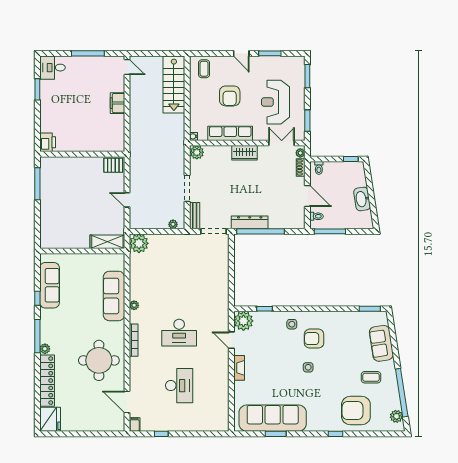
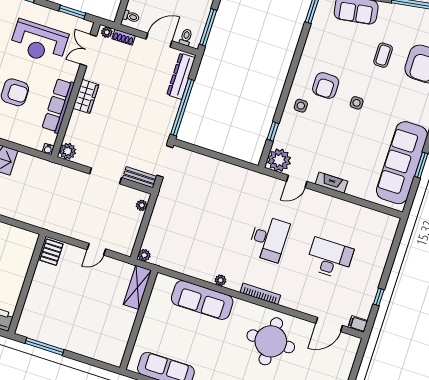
dresser: (250, 222) -> (181, 76), moved
plant: (139, 243) -> (144, 255), width x0.53, depth x0.53
coffee table: (371, 377) -> (383, 55), moved

